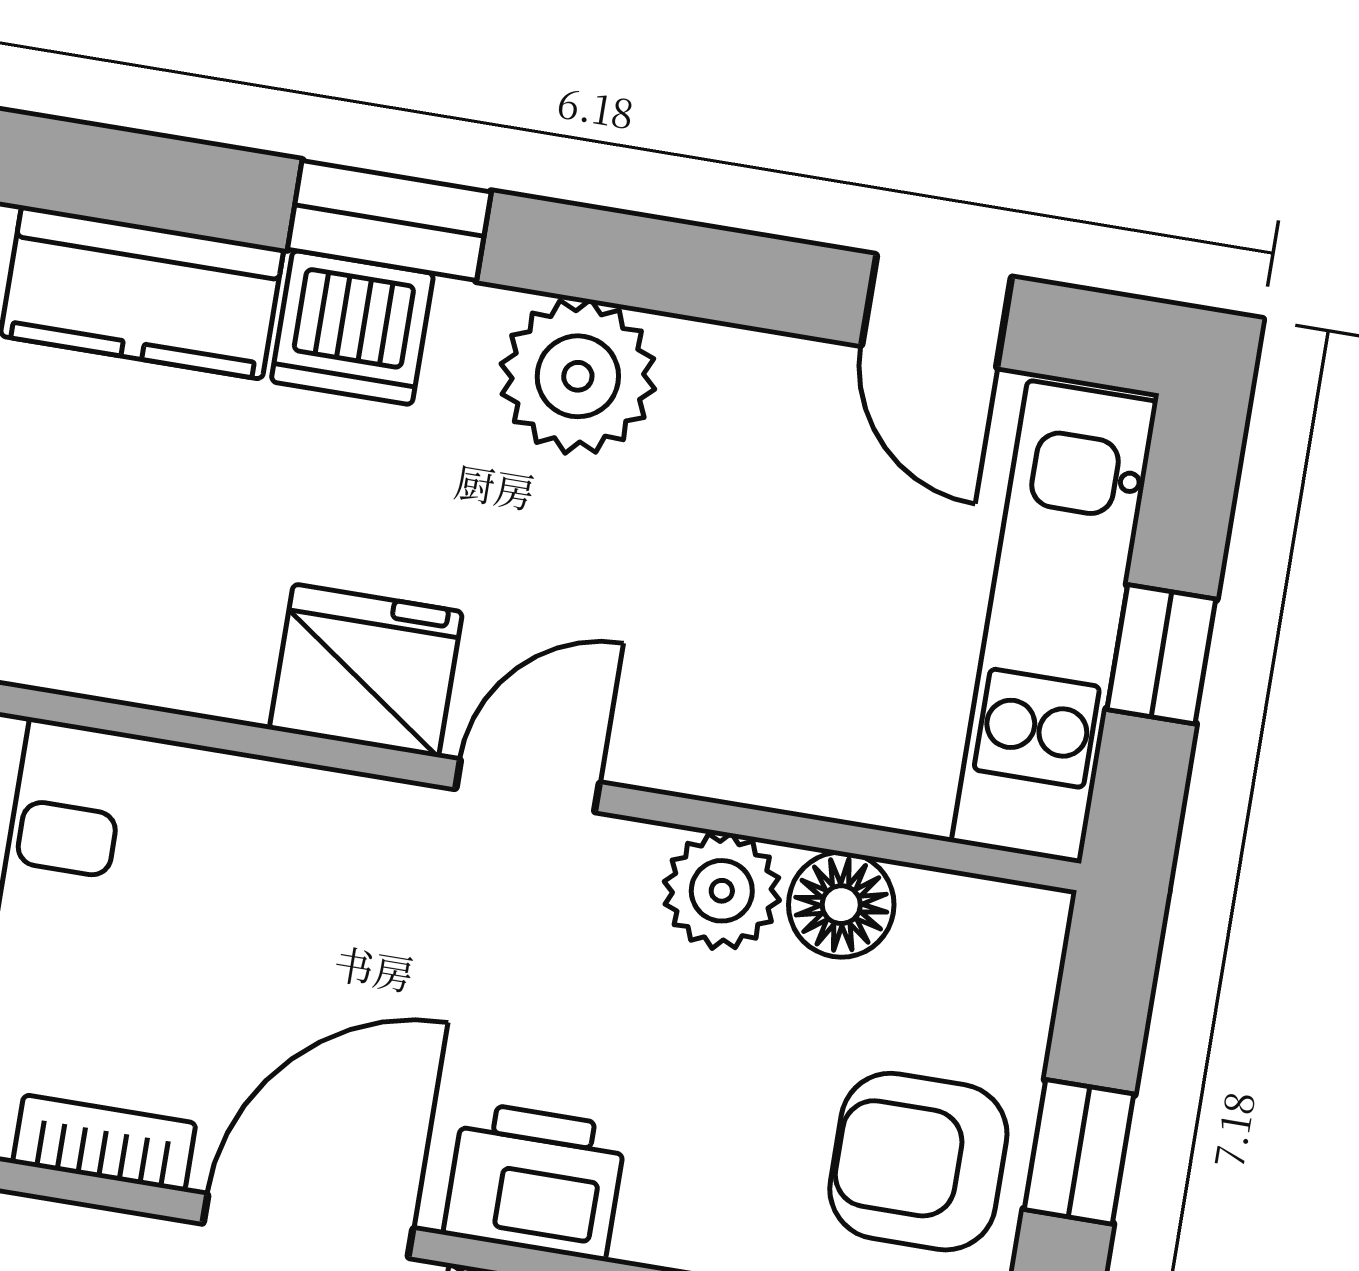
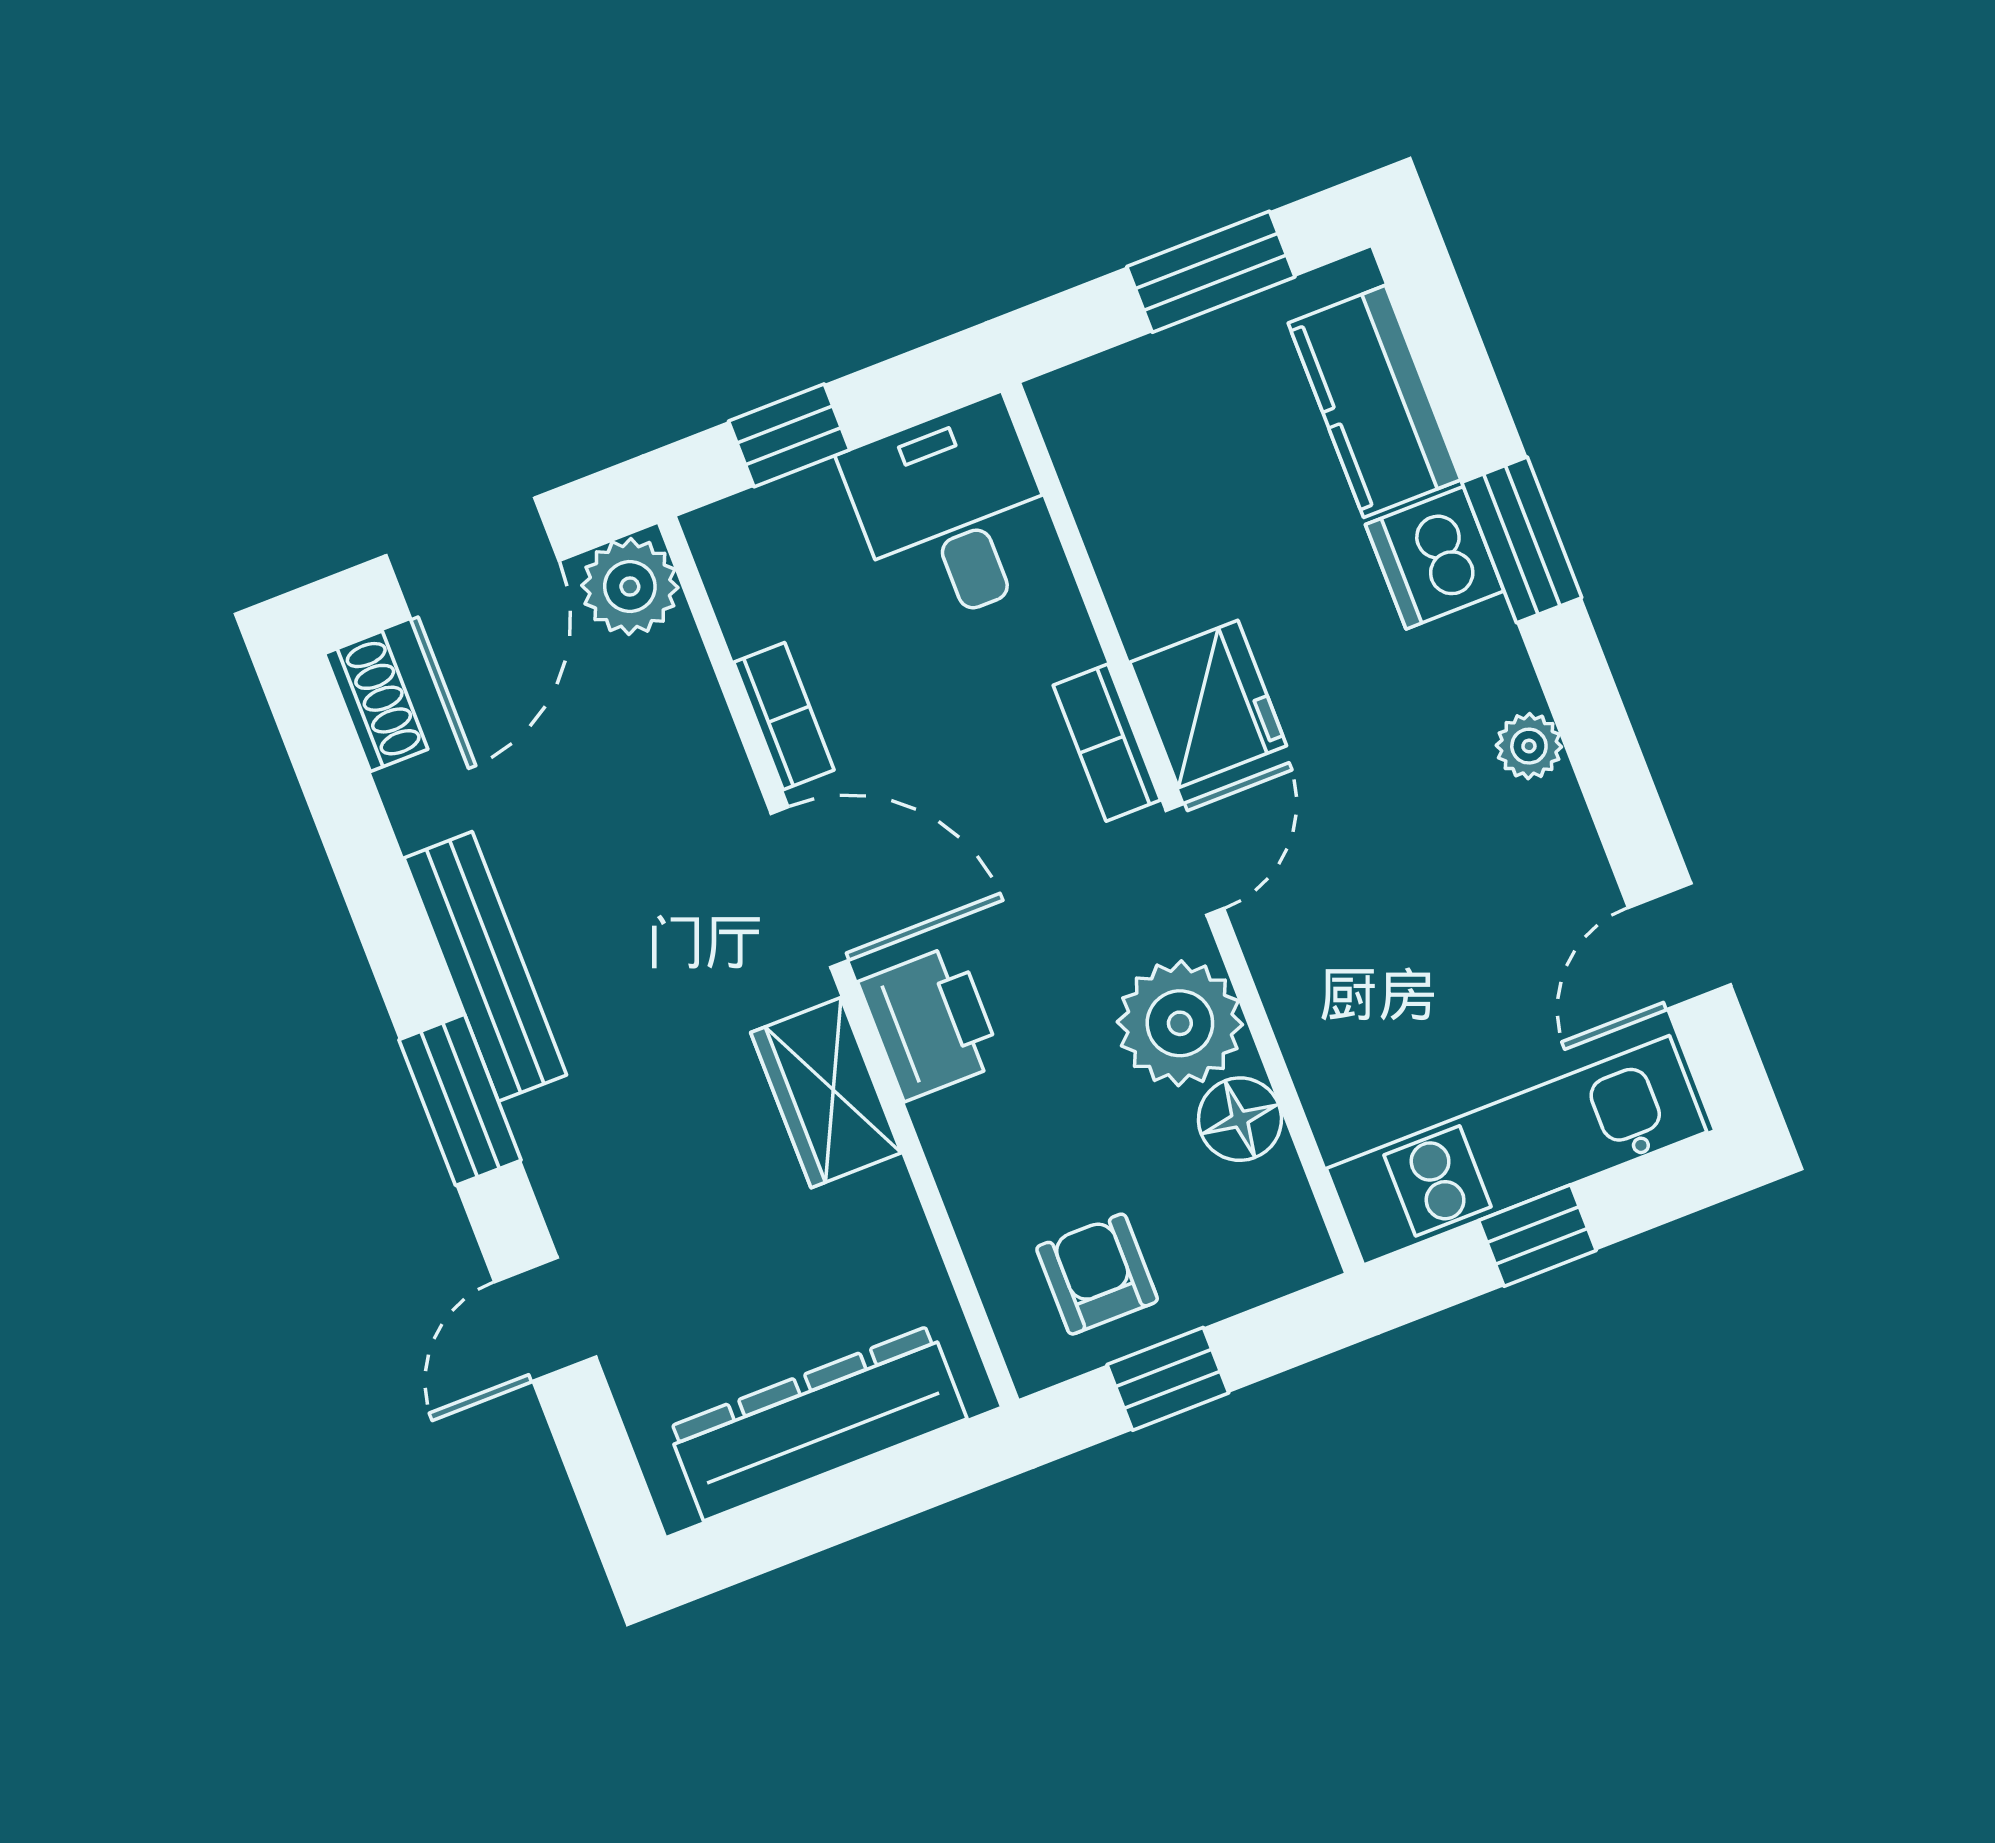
plant: (578, 376) -> (1529, 746), width x0.53, depth x0.53
door: (528, 786) -> (1195, 859), hinge flipped
bookcase: (343, 806) -> (1107, 743), added
plant: (722, 891) -> (1180, 1023), width x1.36, depth x1.36
armchair: (918, 1162) -> (1097, 1274), width x0.72, depth x0.72

